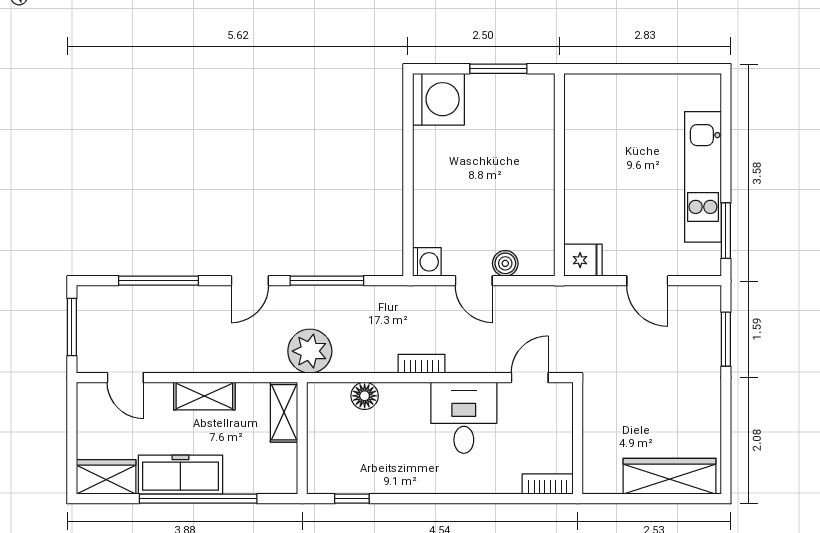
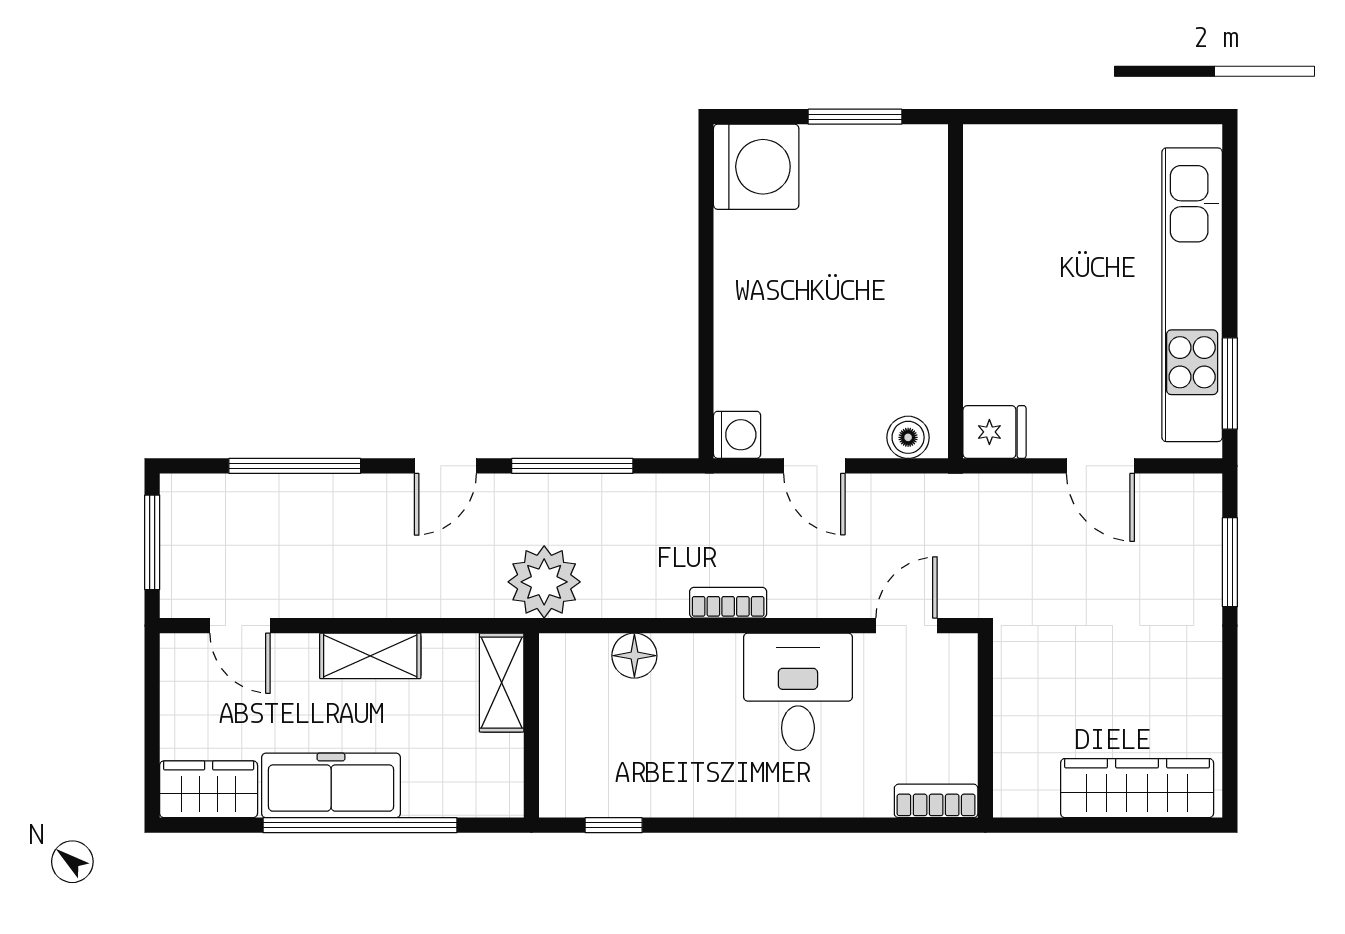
kitchen unit: (703, 177) -> (1192, 295), width x1.36
boiler: (505, 263) -> (908, 437), moved

